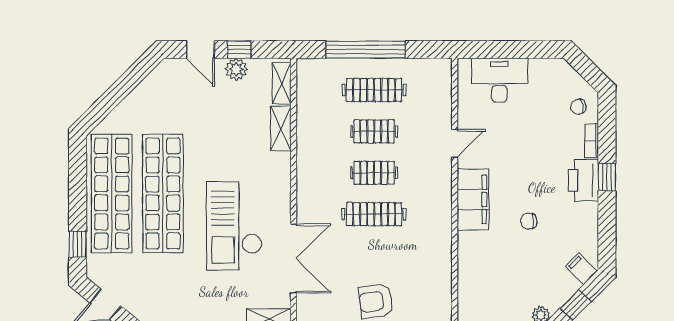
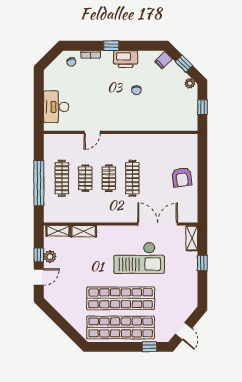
door: (455, 143) -> (92, 132), swing flipped
printer: (584, 180) -> (126, 59), moved
filing cabinet: (473, 199) -> (124, 122), removed

